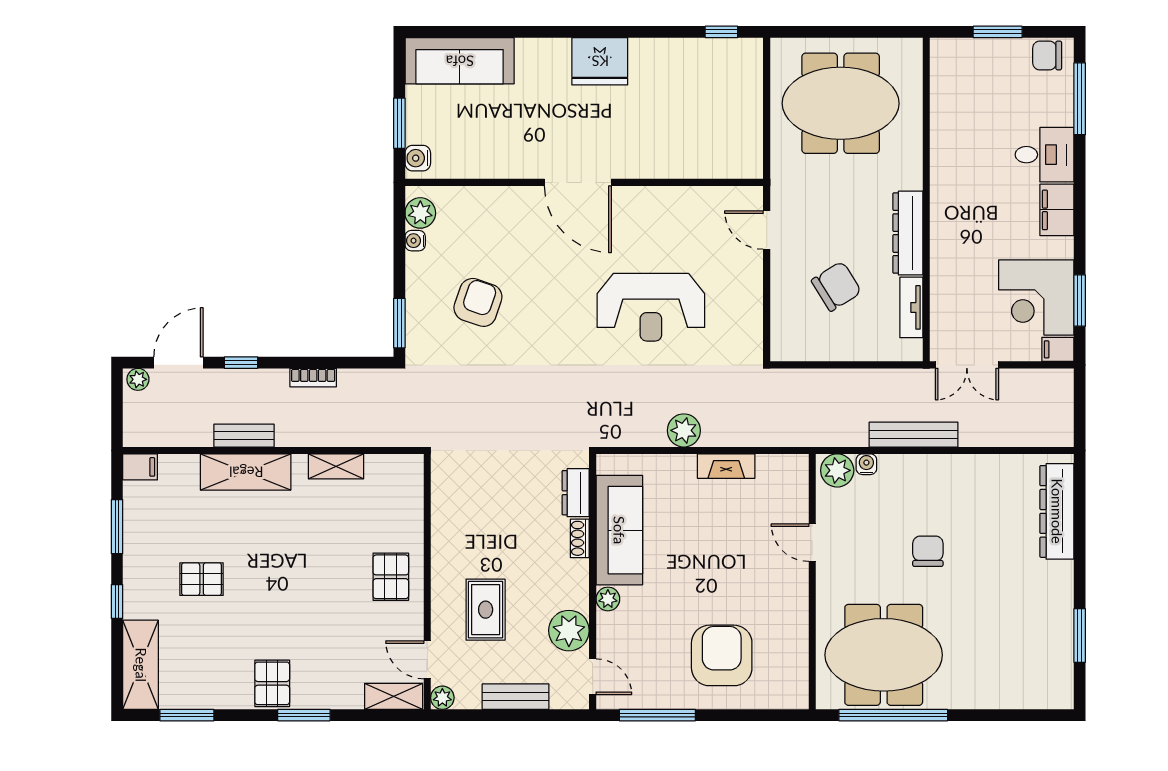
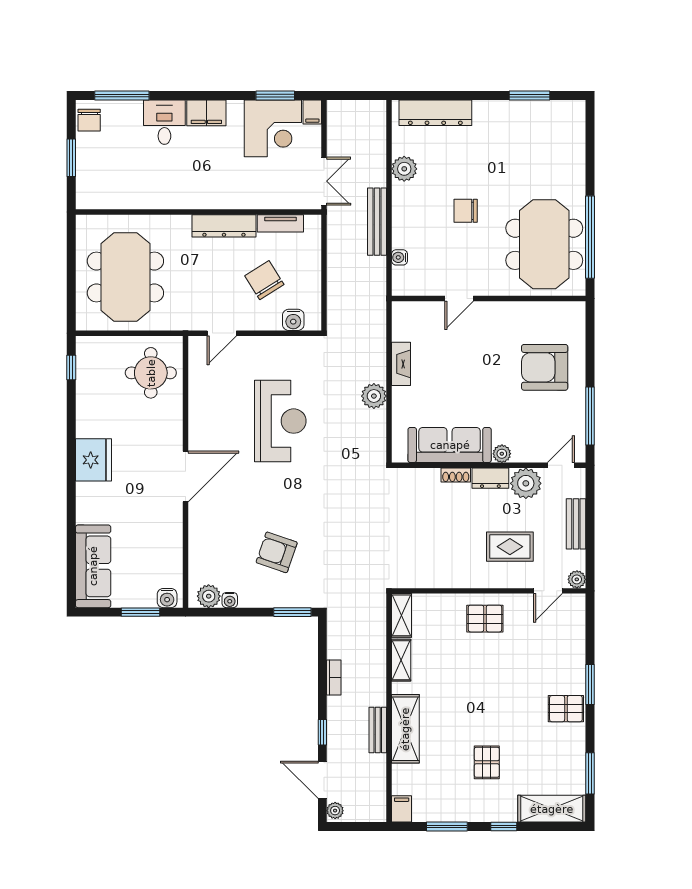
round table: (714, 137) -> (151, 373), added
water cooler: (784, 324) -> (293, 320), added
plant: (837, 470) -> (404, 169), moved
dresser: (576, 493) -> (490, 478), moved
shelving: (394, 696) -> (402, 615), moved

